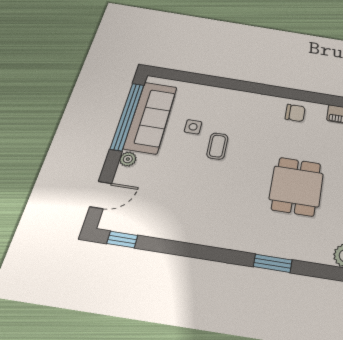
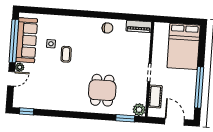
dining table: (296, 186) -> (102, 90), moved
door: (101, 195) -> (11, 79), moved
window: (273, 263) -> (125, 118), moved

